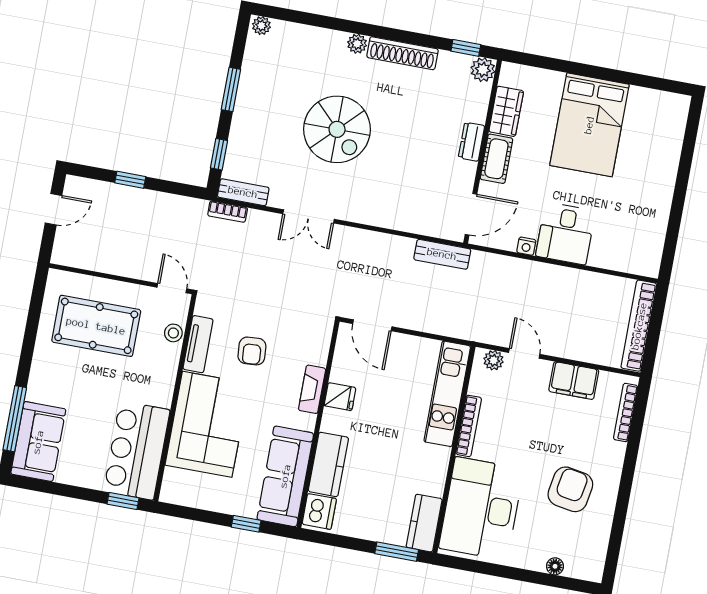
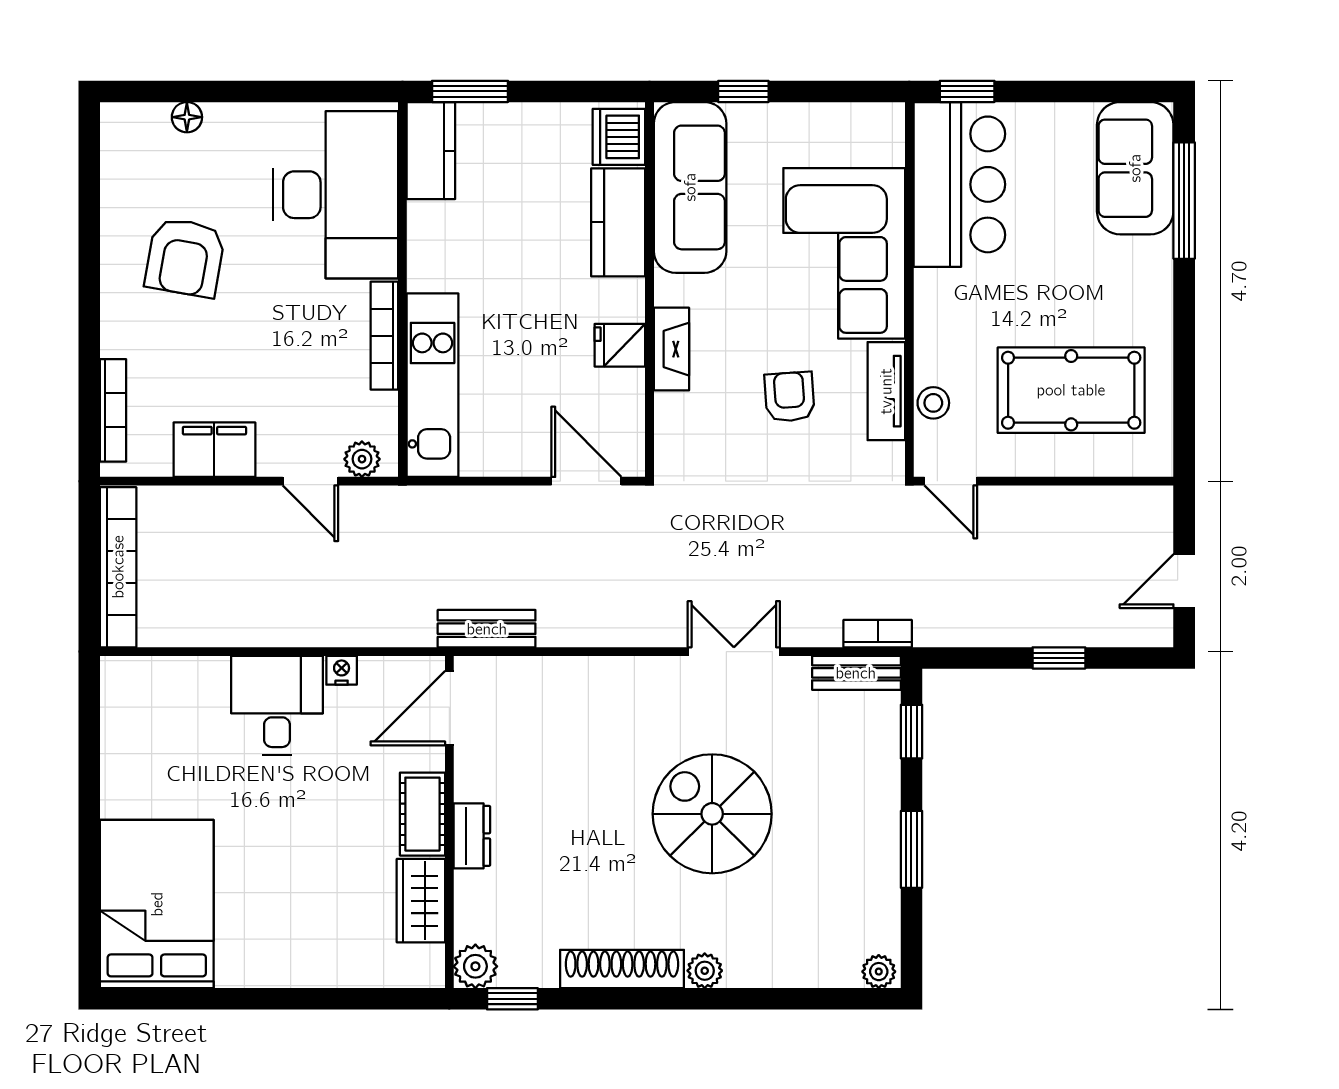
bed: (589, 125) -> (157, 904), moved

